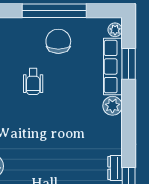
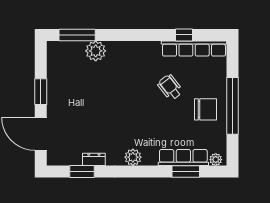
wheelchair: (33, 82) -> (170, 87), turned 52
plant: (112, 106) -> (133, 157), moved

